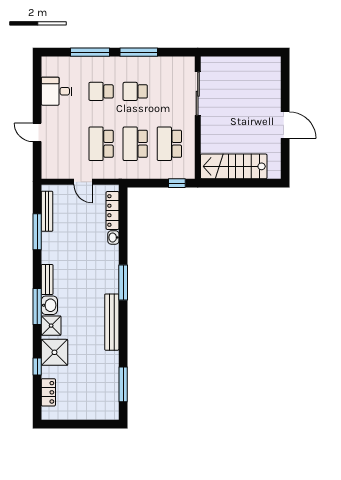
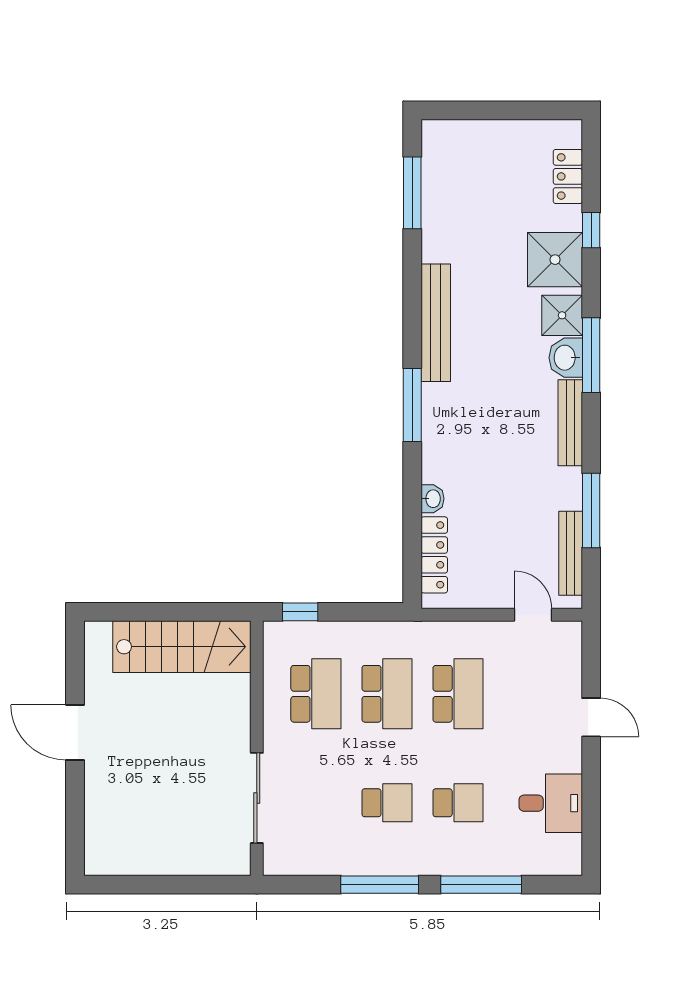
door: (83, 182) -> (533, 615), moved
bench: (47, 279) -> (570, 423), width x1.36

